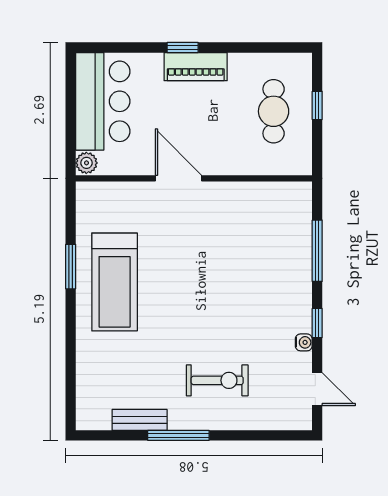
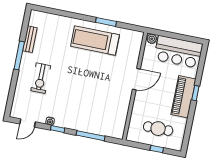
piano: (196, 67) -> (183, 97), width x1.37, depth x1.33

